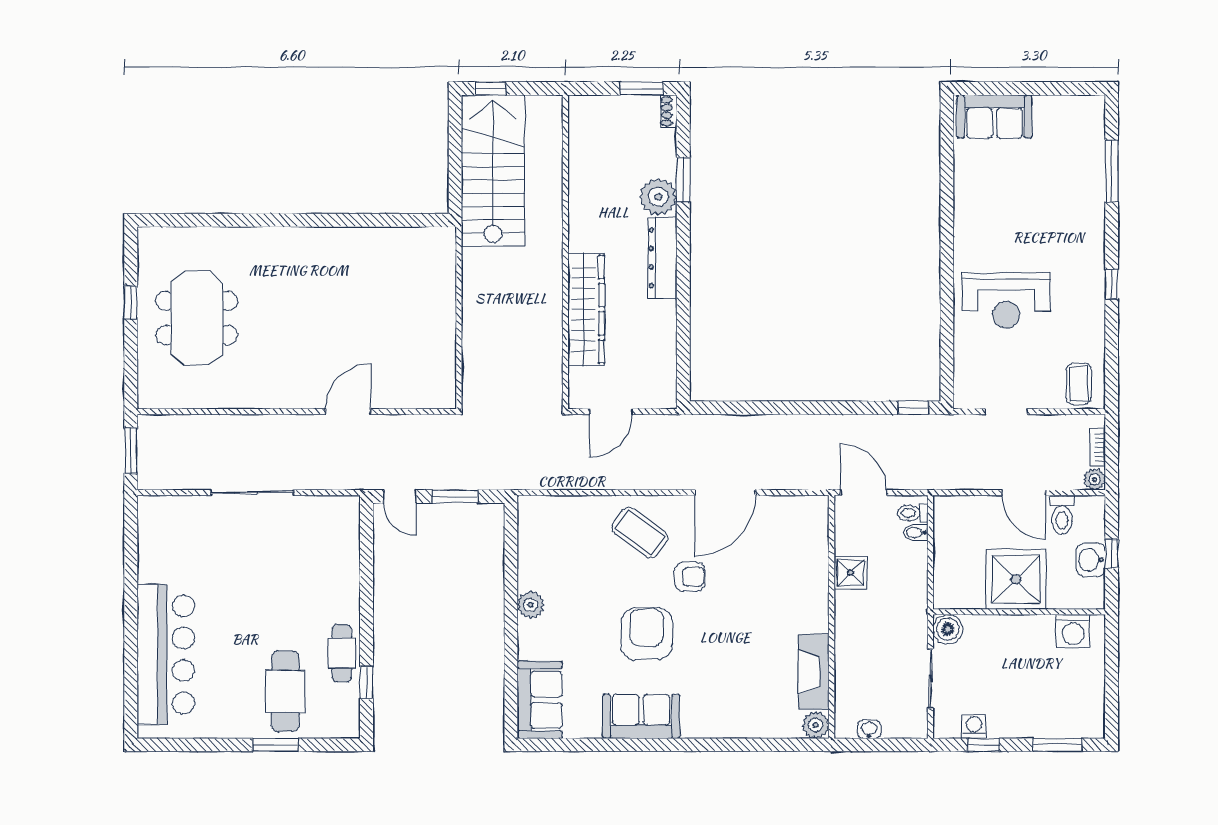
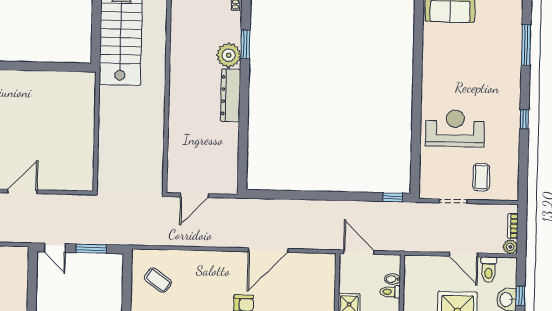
reception desk: (1006, 300) -> (455, 128), turned 180
wardrobe: (586, 309) -> (180, 128), removed
coffee table: (1079, 384) -> (481, 177), moved
toilet: (913, 513) -> (390, 292), moved
coffee table: (640, 533) -> (158, 280), moved, width x0.73, depth x0.77

